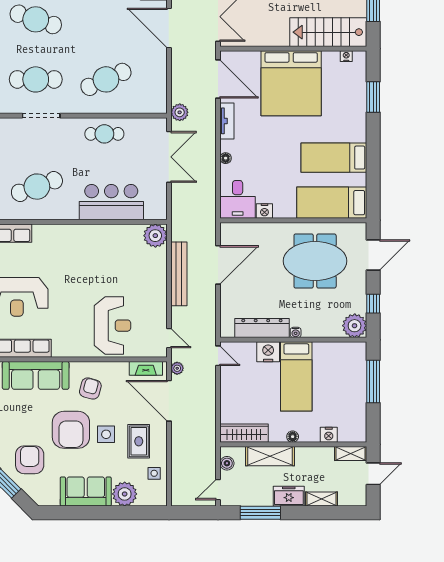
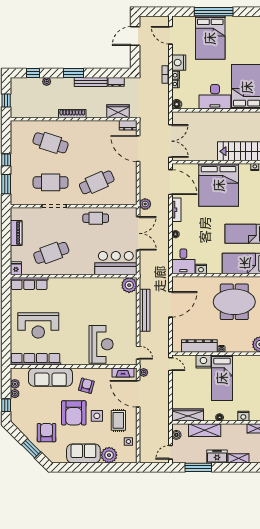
bar counter: (111, 202) -> (116, 263), moved

